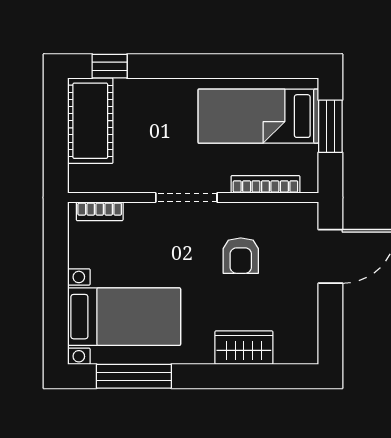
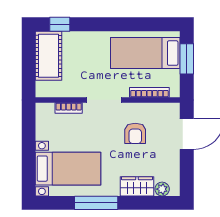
bookcase: (100, 211) -> (69, 108), moved
plant: (287, 352) -> (162, 189), added
window: (134, 376) -> (96, 203), moved

